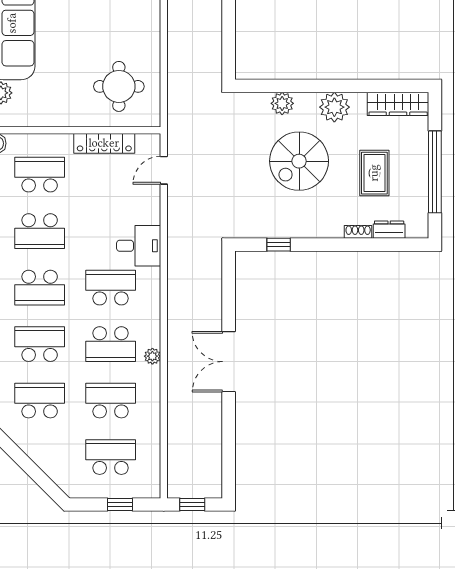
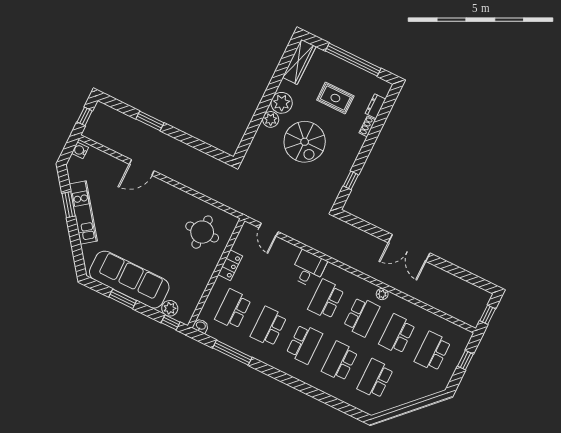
plant: (282, 103) -> (271, 119), moved
locker: (104, 143) -> (230, 265), width x0.66
school desk: (40, 231) -> (269, 327), turned 180

